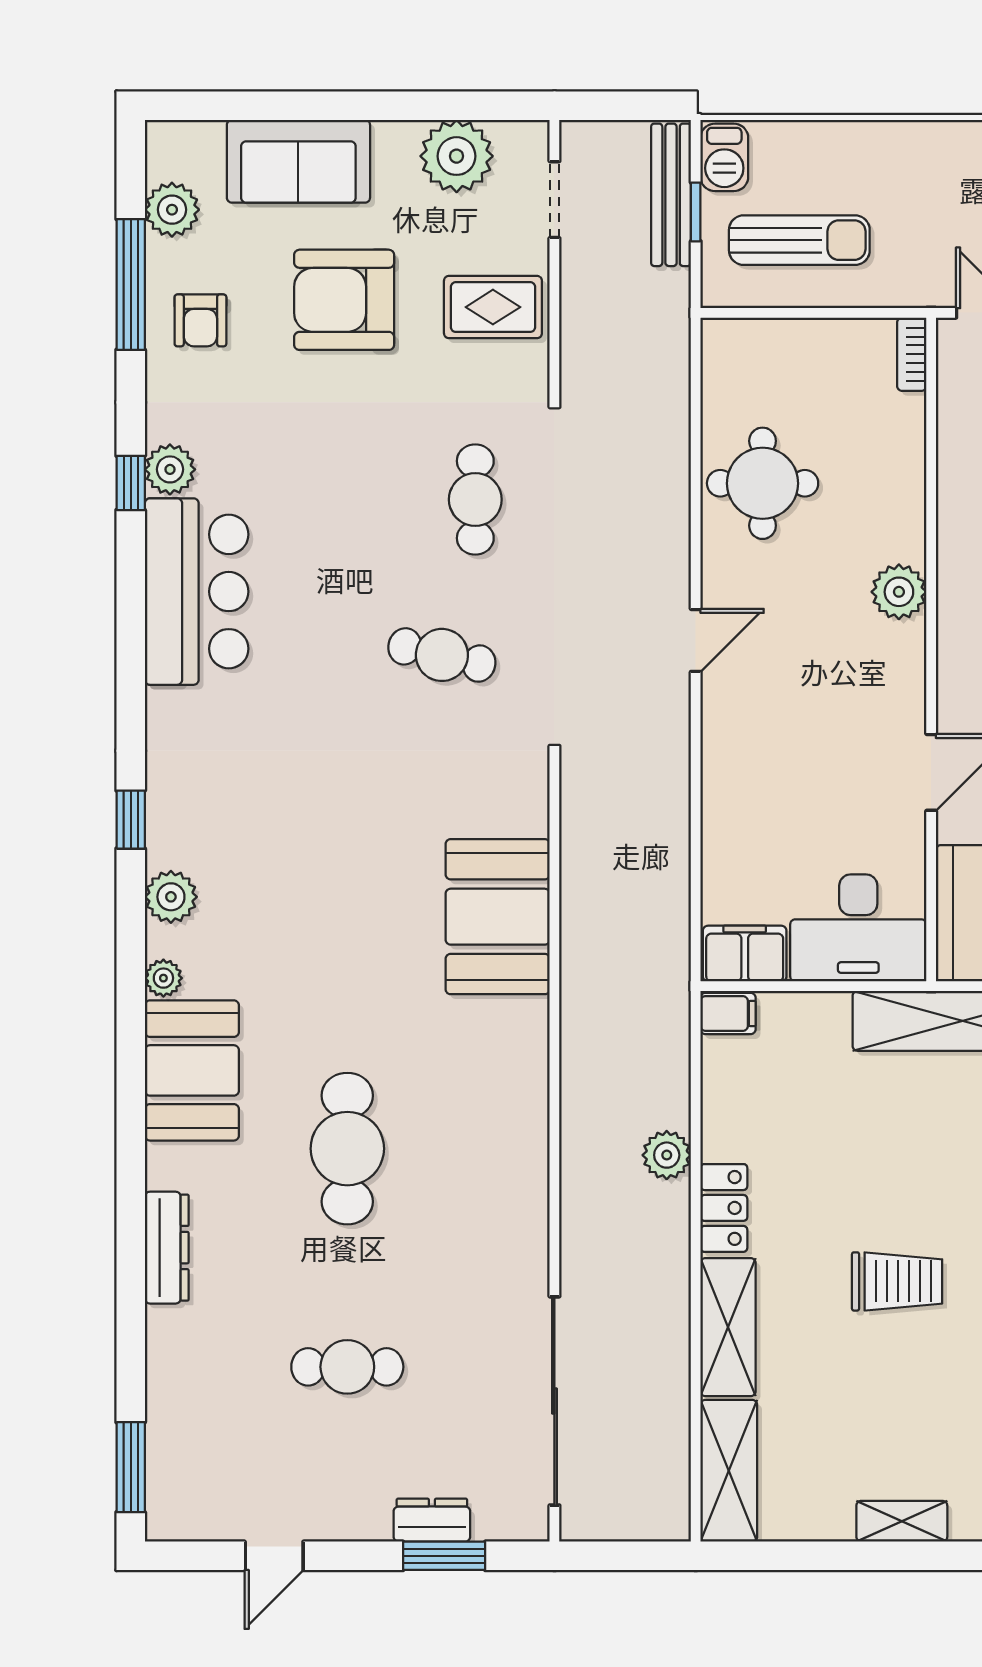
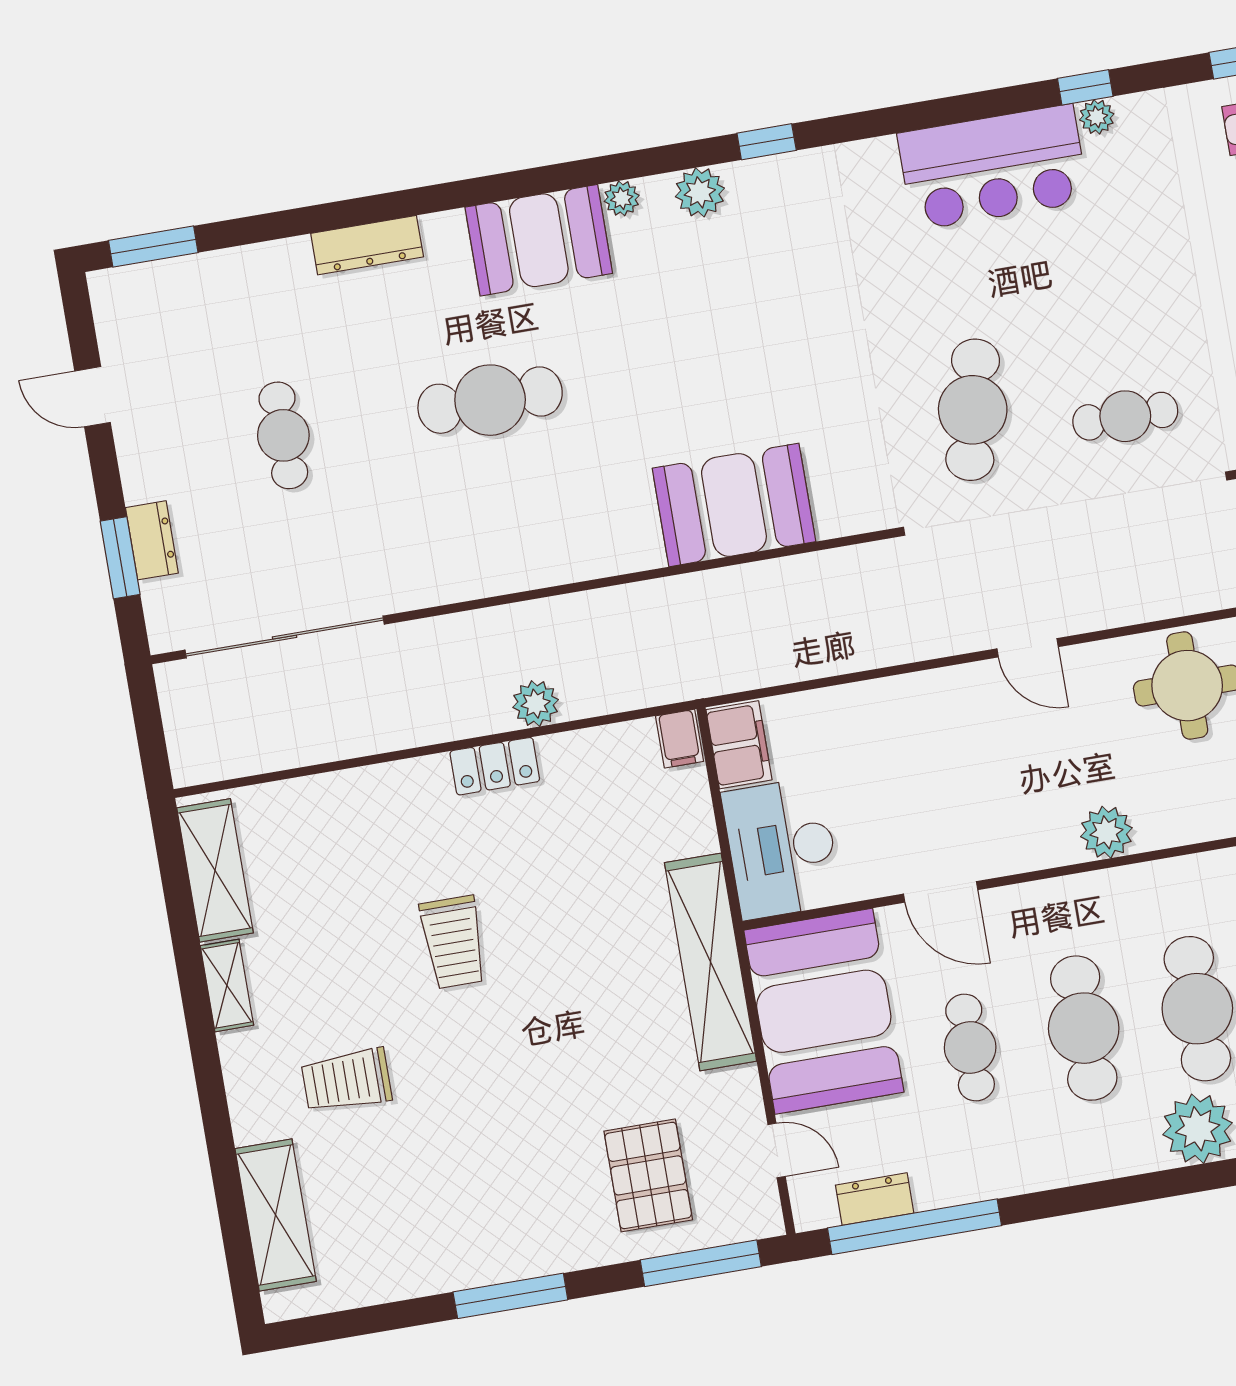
plant: (170, 469) -> (1097, 117), width x0.73, depth x0.73
cafe table: (442, 655) -> (973, 410), width x1.37, depth x1.35
shelving: (728, 1327) -> (383, 789), removed
shelving: (729, 1471) -> (215, 870), moved, turned 90

